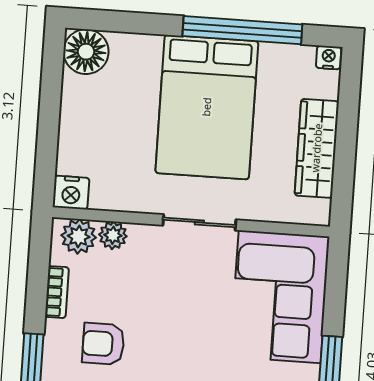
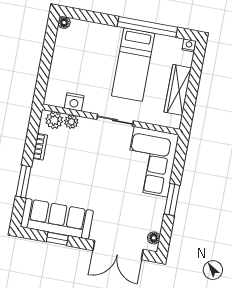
floor lamp: (86, 52) -> (64, 23), width x0.53, depth x0.53
bed: (207, 107) -> (133, 65), width x0.67
nightstand: (71, 193) -> (74, 102), moved
armchair: (103, 344) -> (60, 175), removed

